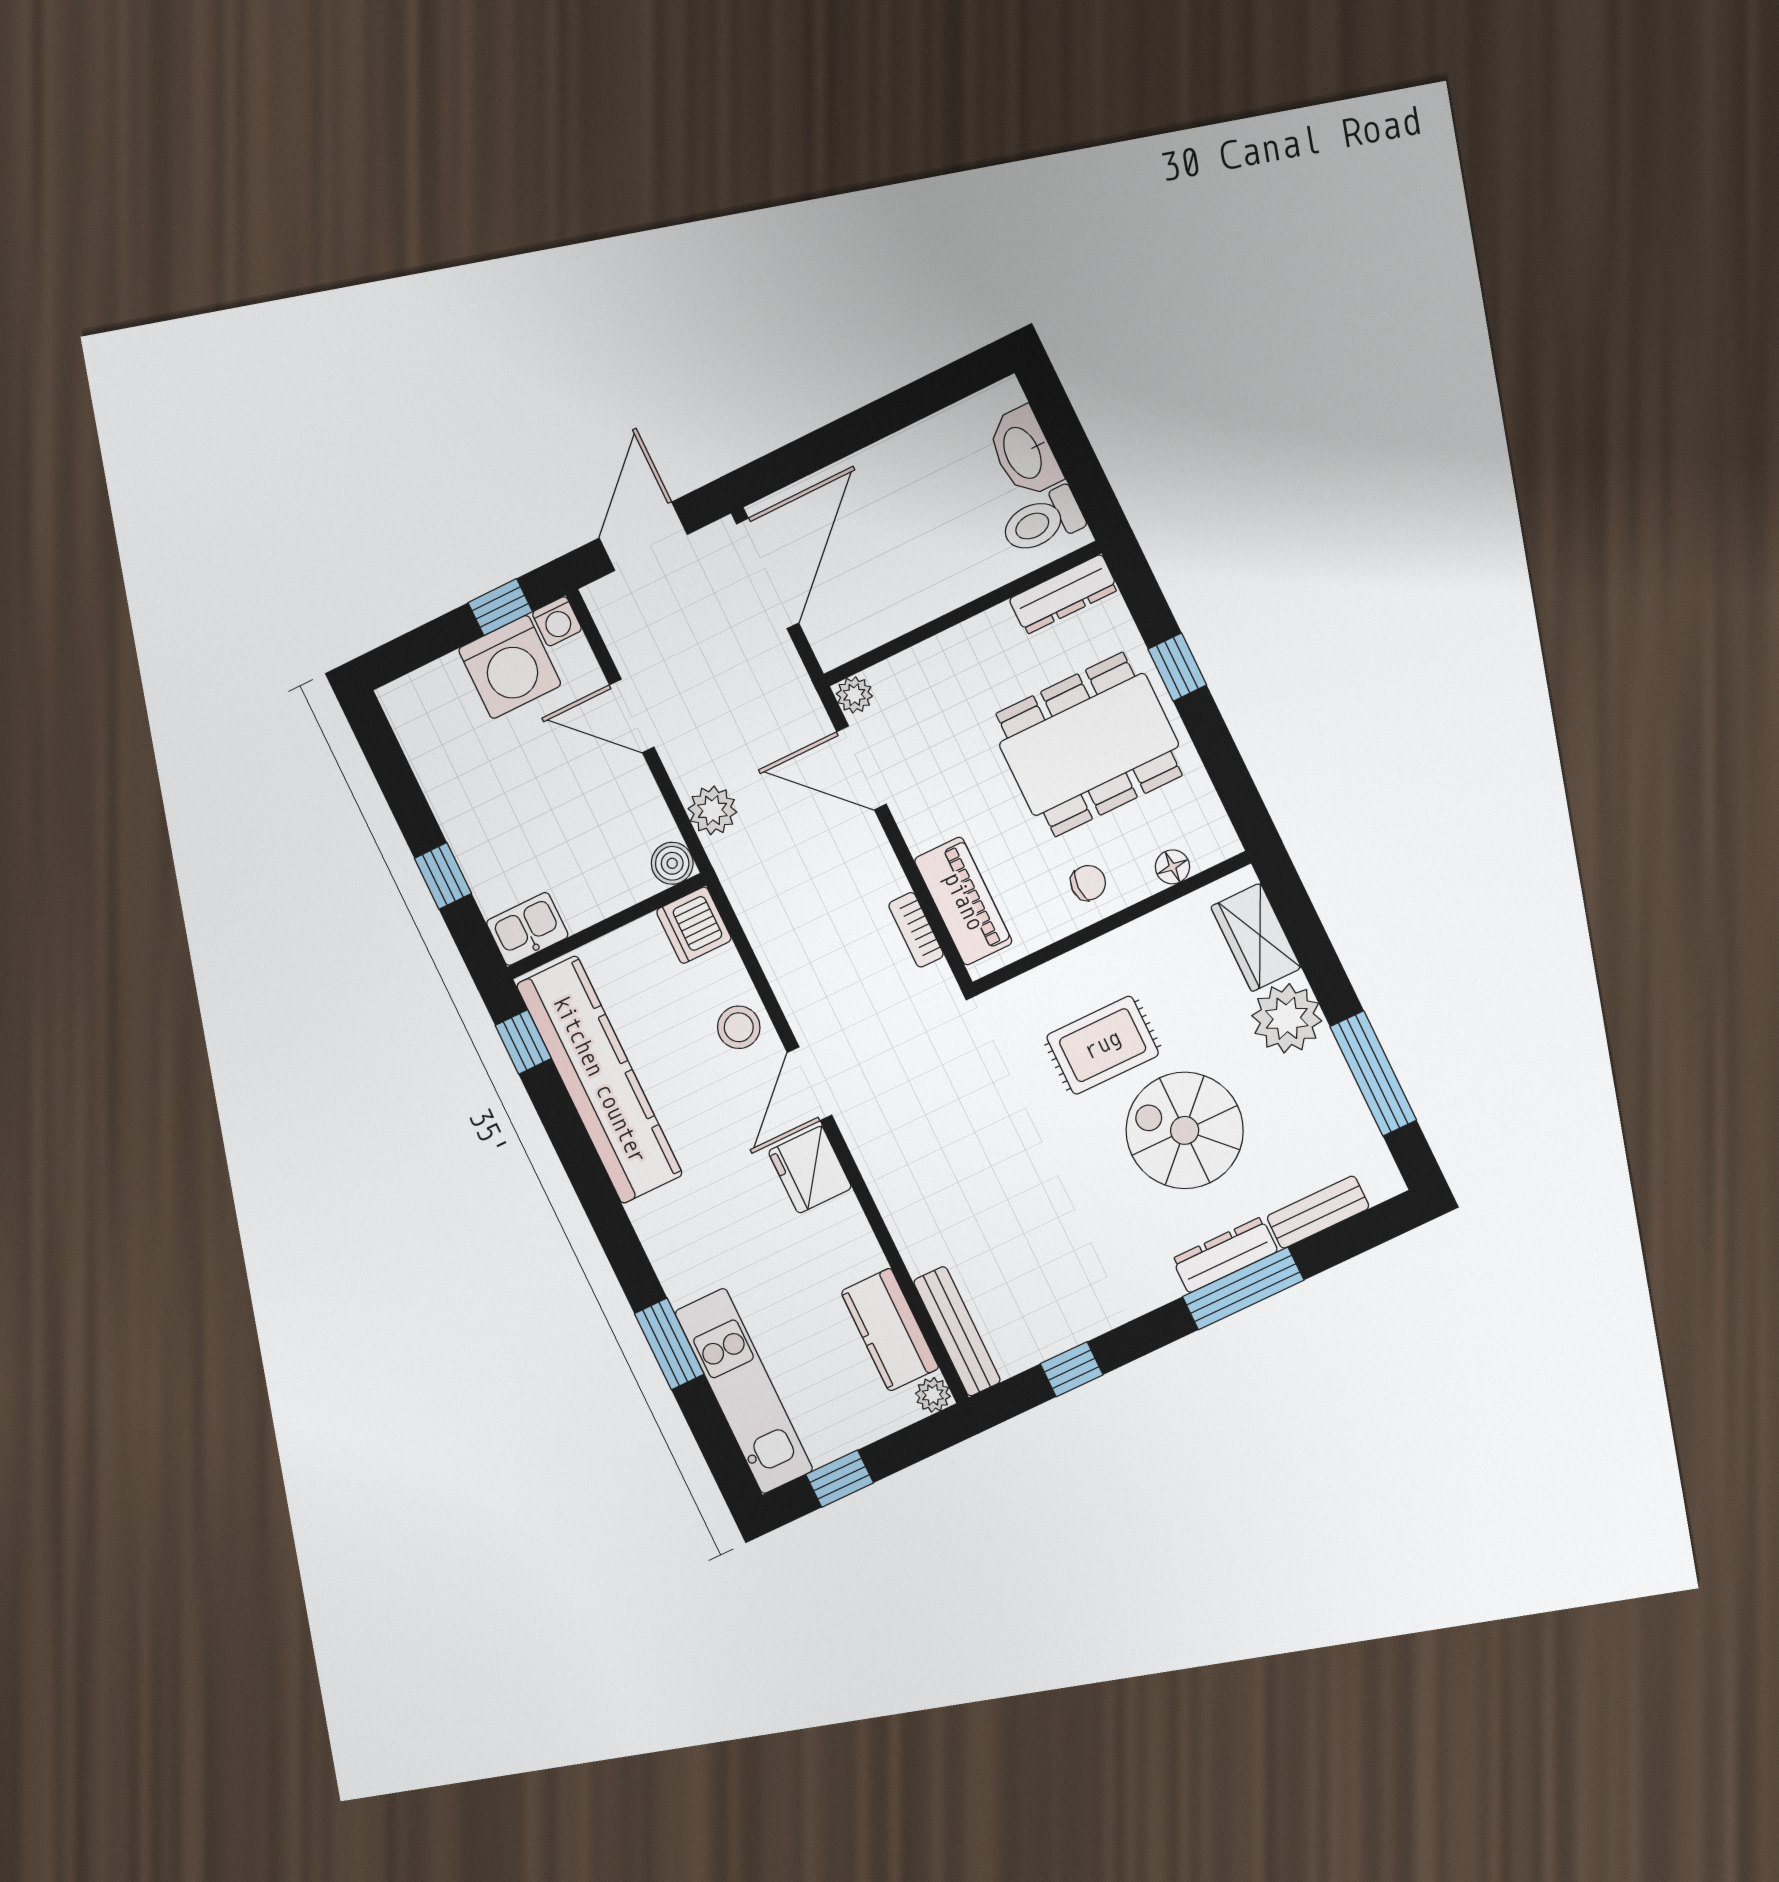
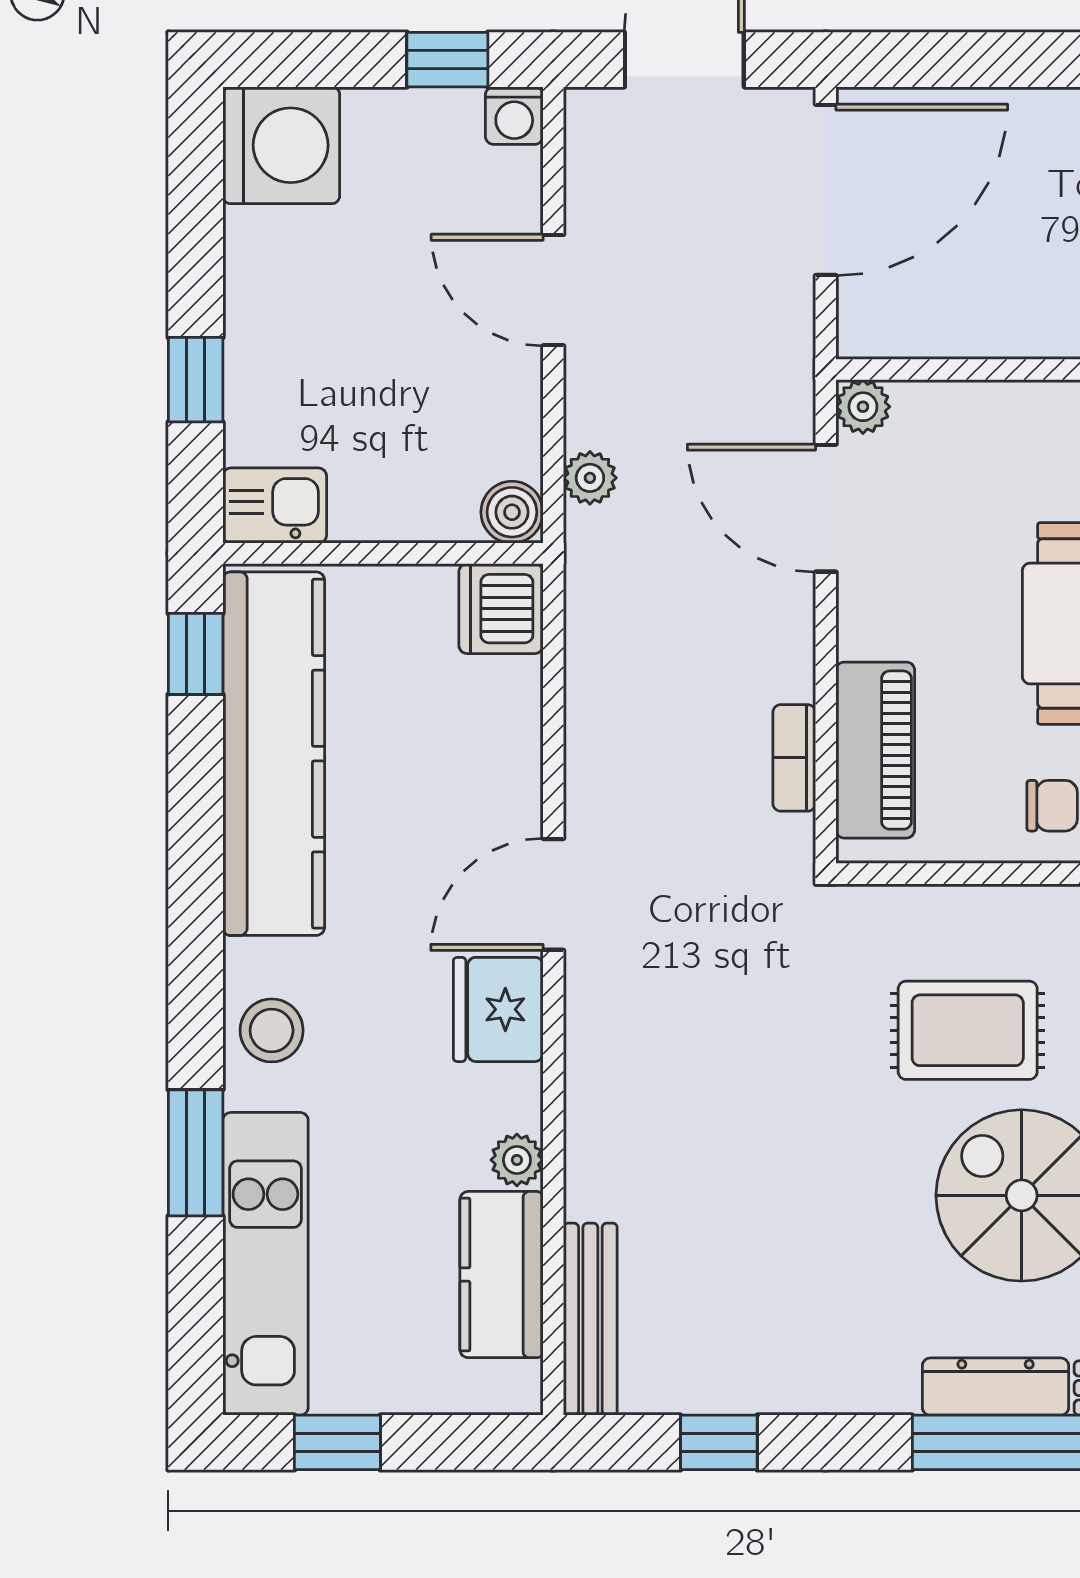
washing machine: (510, 667) -> (281, 145), moved, turned -90
plant: (712, 810) -> (590, 478), width x0.73, depth x0.73
stool: (739, 1027) -> (272, 1030), moved
plant: (933, 1395) -> (517, 1160), moved

